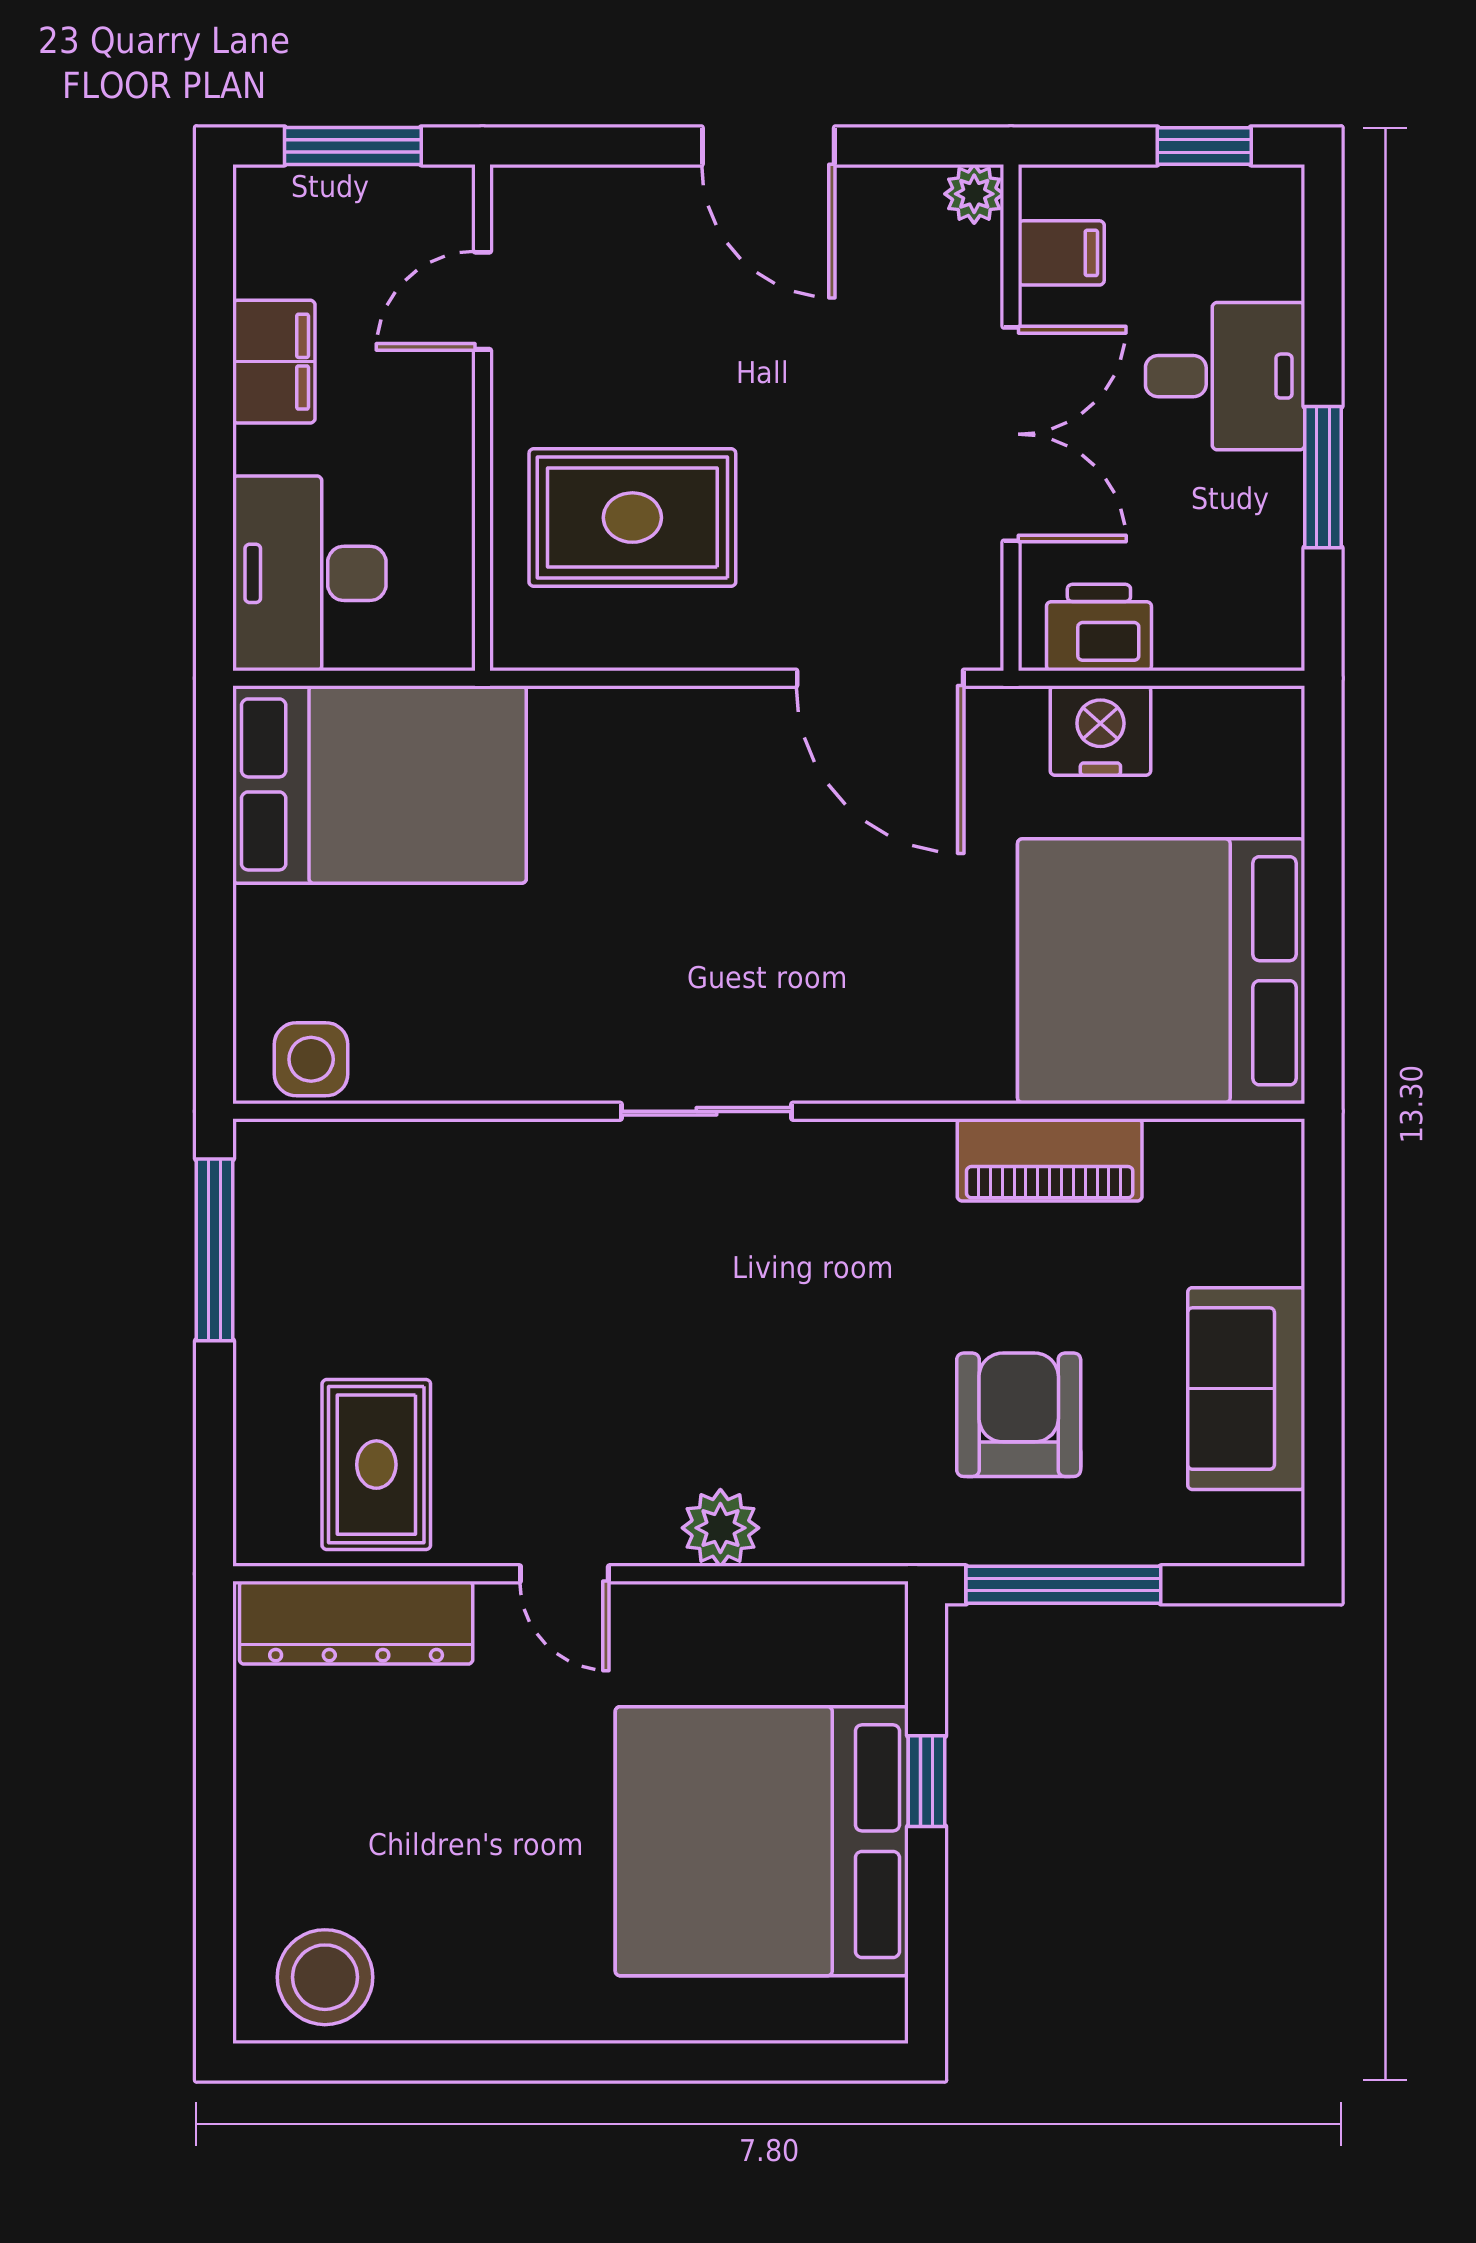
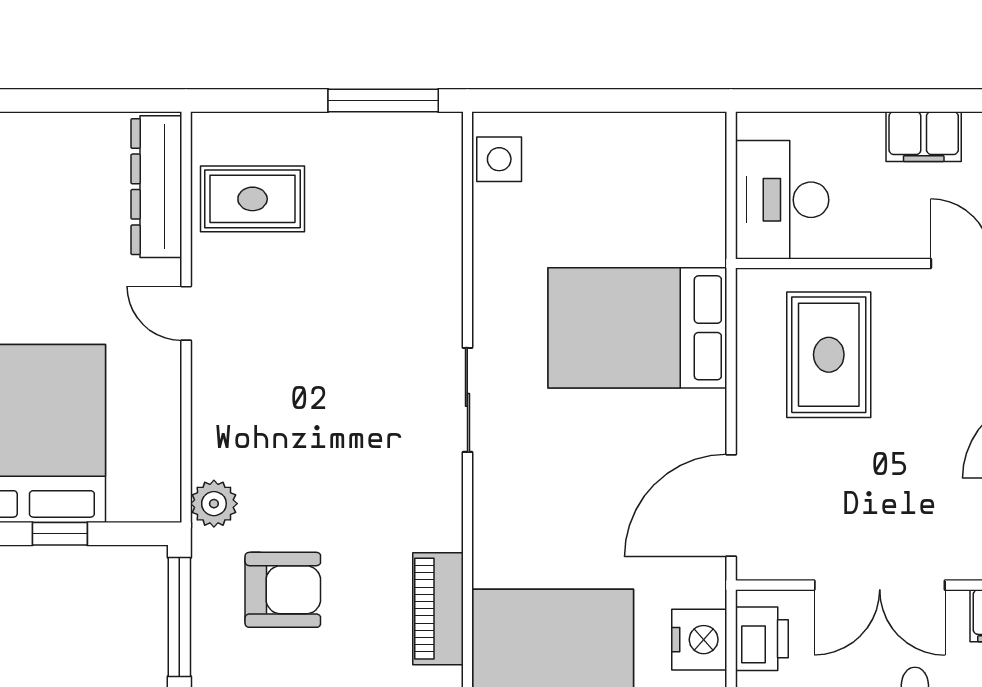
desk: (309, 573) -> (782, 200), moved, turned -90
bed: (379, 784) -> (637, 328), moved, turned 90
plant: (720, 1528) -> (214, 504), moved
door: (564, 1574) -> (186, 313), hinge flipped

